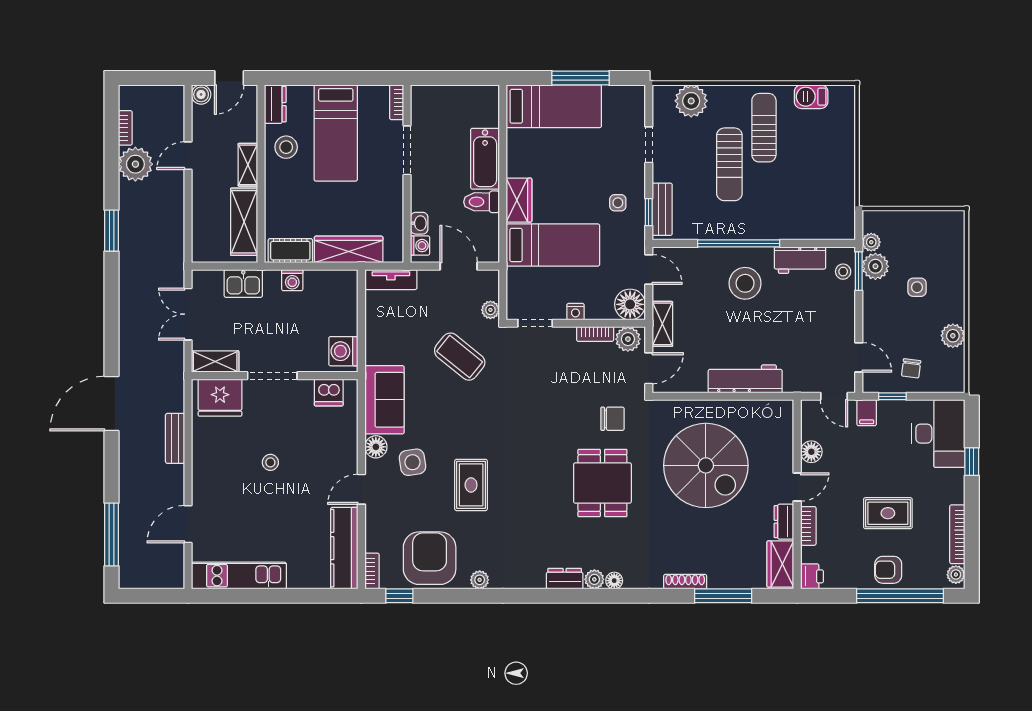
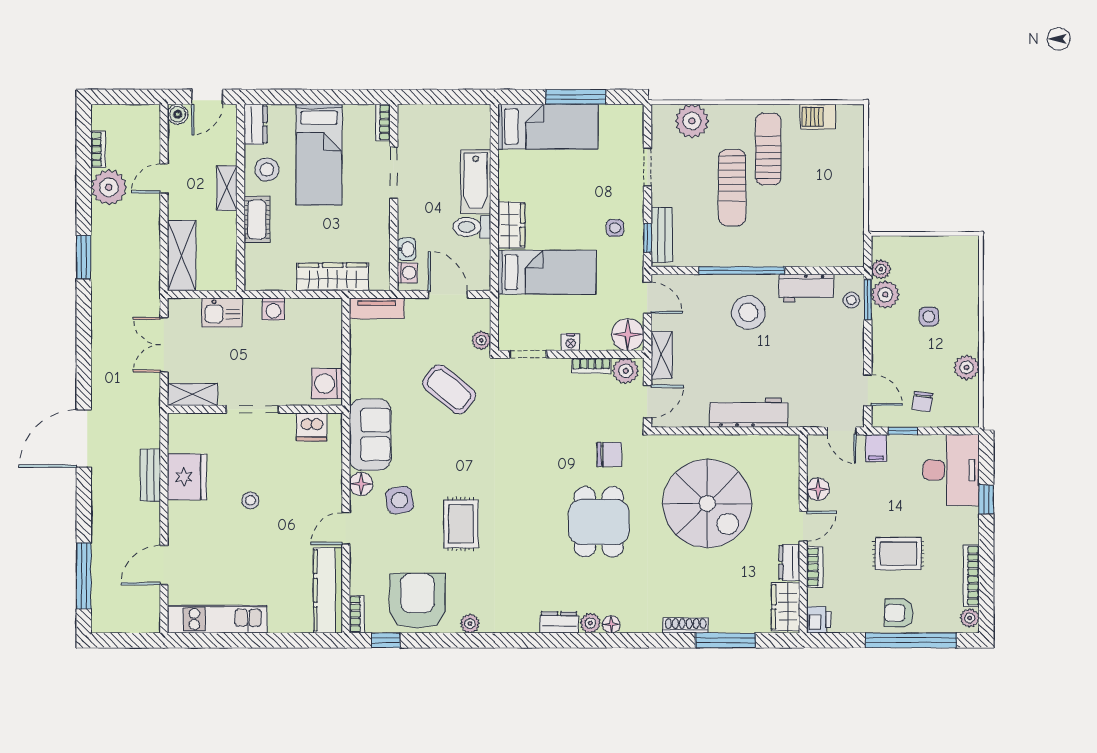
shelving: (244, 222) -> (182, 255), moved
cot: (290, 251) -> (257, 219), moved, turned 90
fridge: (220, 398) -> (187, 477), moved, turned -90

